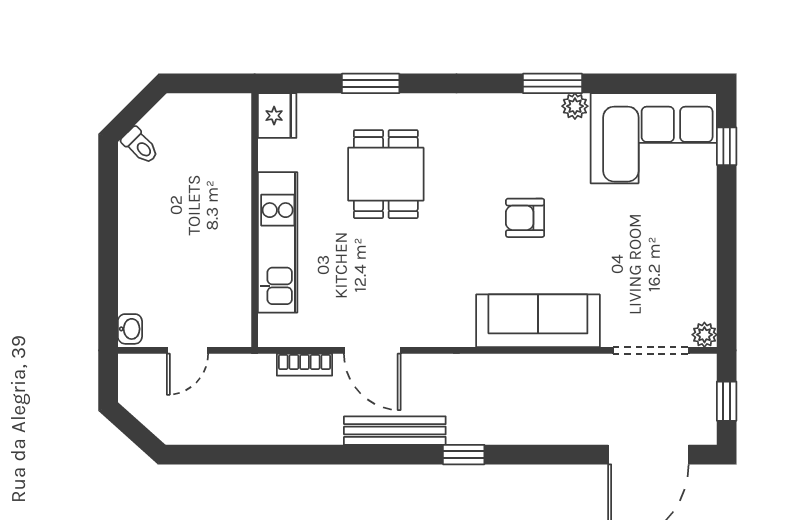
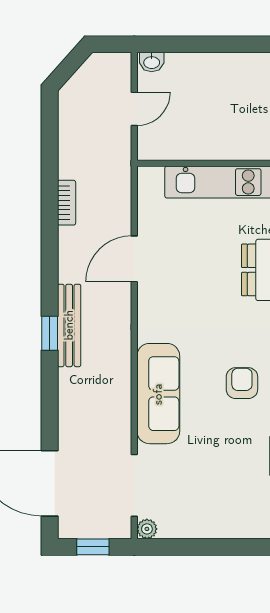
door: (187, 350) -> (134, 109), swing flipped
bookcase: (304, 365) -> (67, 203), moved, turned 180
bench: (395, 431) -> (69, 325), moved

